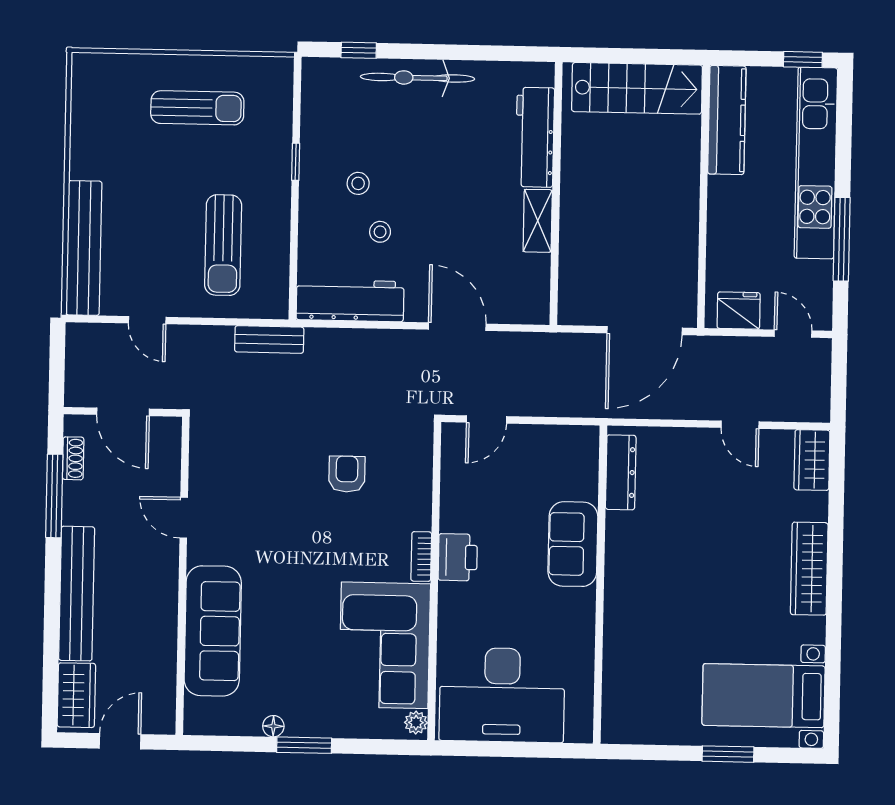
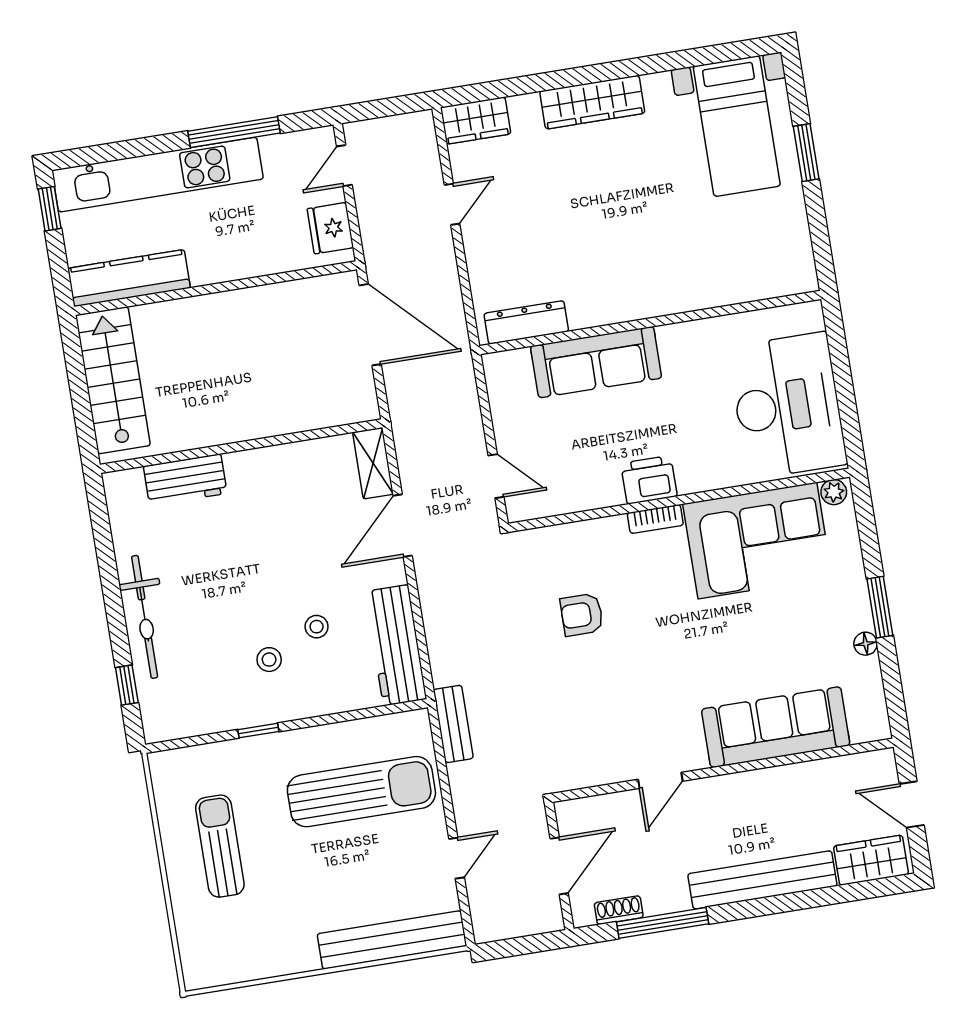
workbench: (535, 137) -> (185, 480), width x0.73
shelving: (538, 221) -> (373, 463), moved, turned 90
sun lounger: (223, 245) -> (361, 792), width x1.36, depth x1.34
sofa: (573, 544) -> (596, 362), width x1.36

